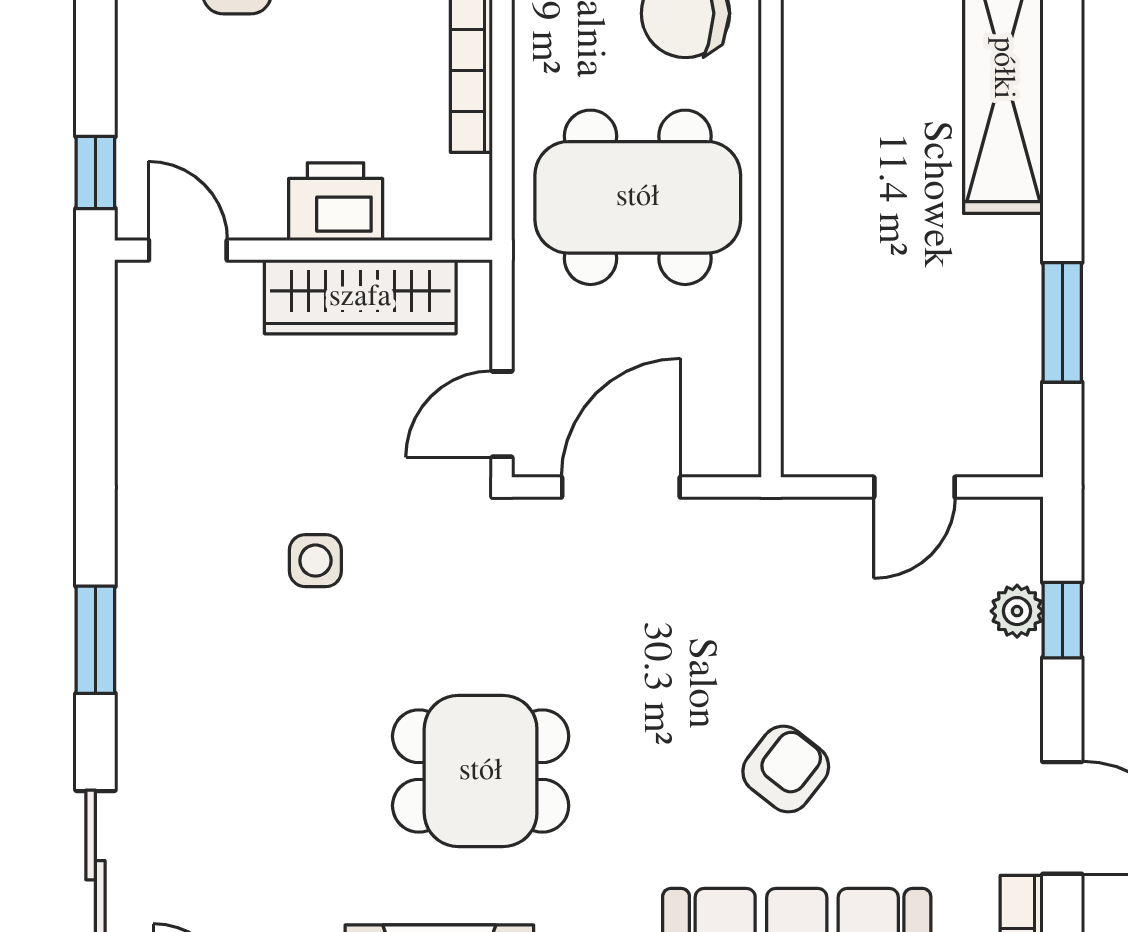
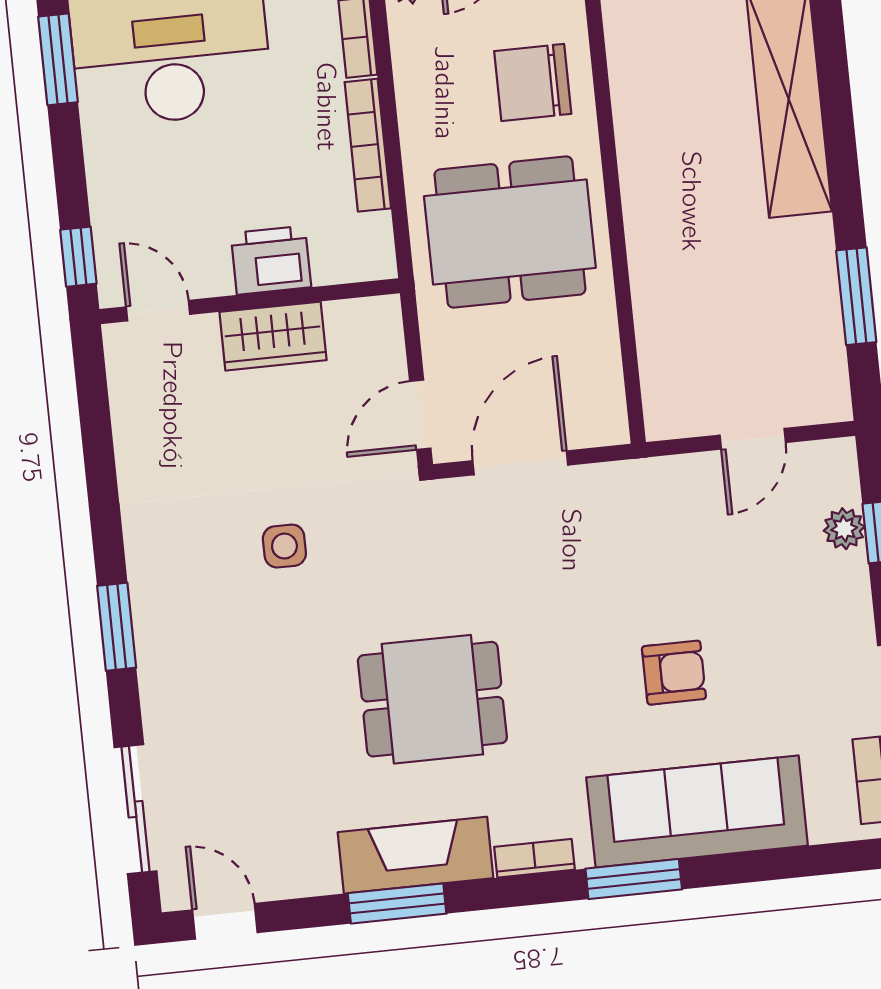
wardrobe: (360, 297) -> (273, 336), width x0.67
armchair: (786, 769) -> (674, 673), turned 52

